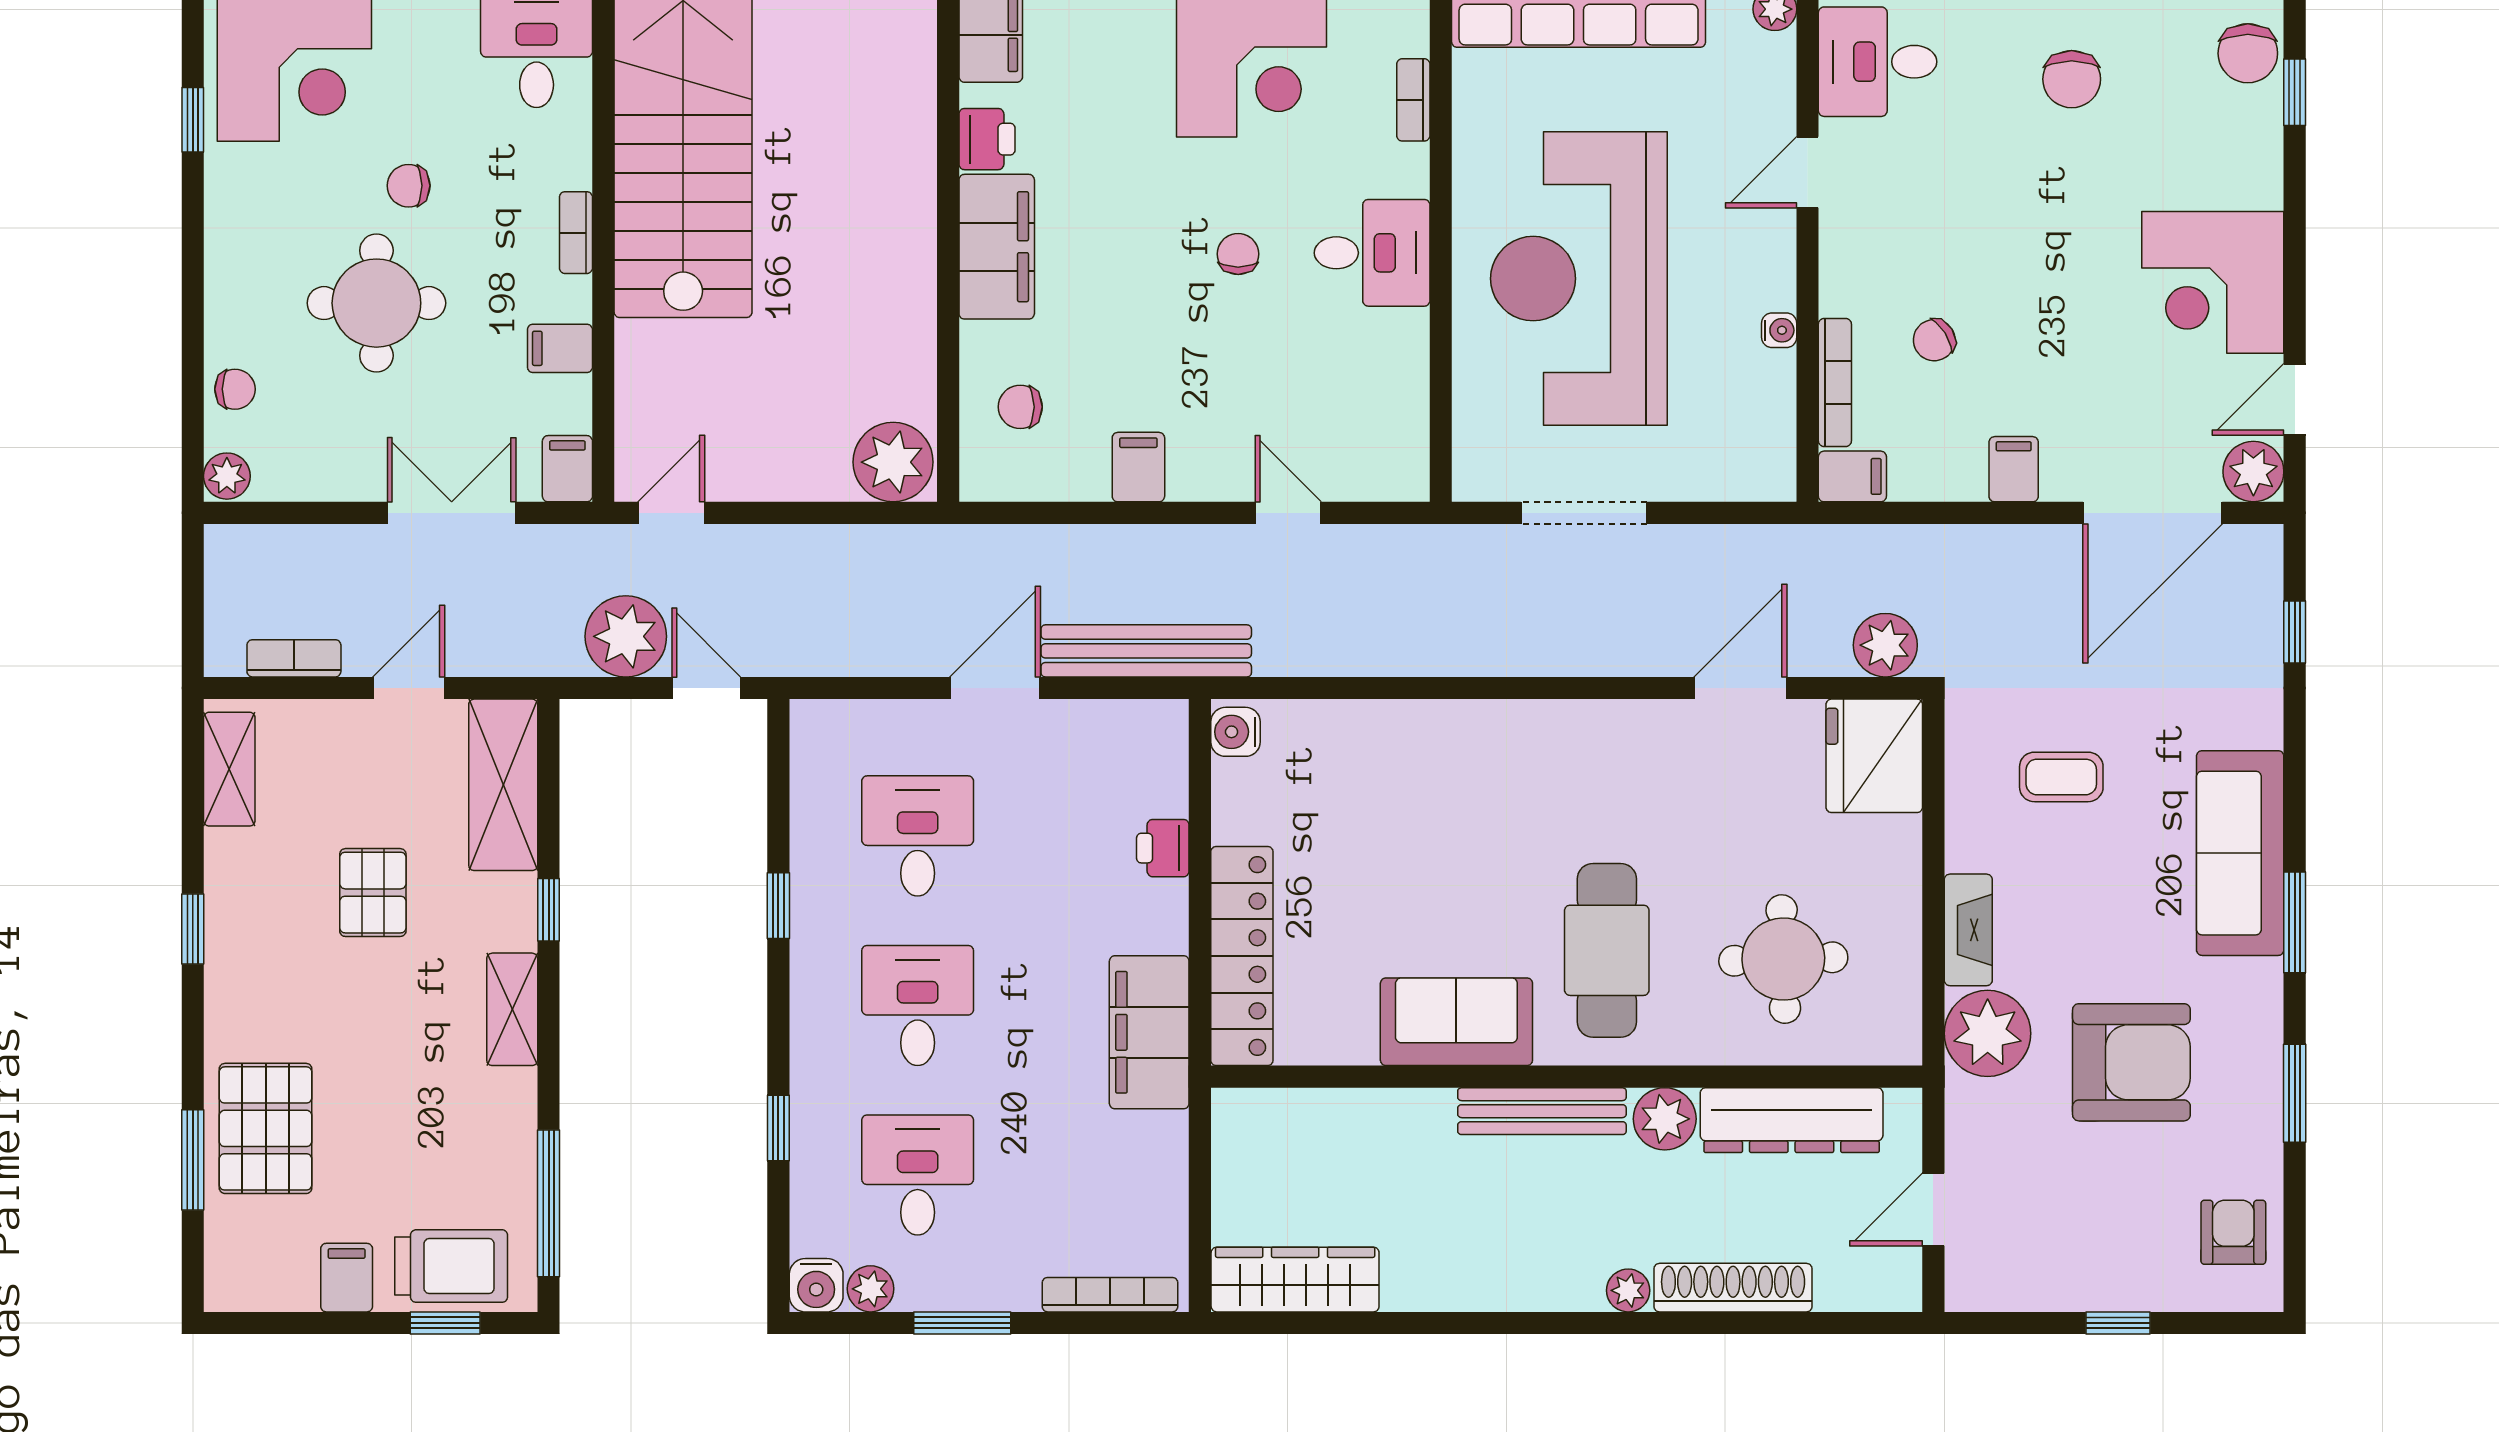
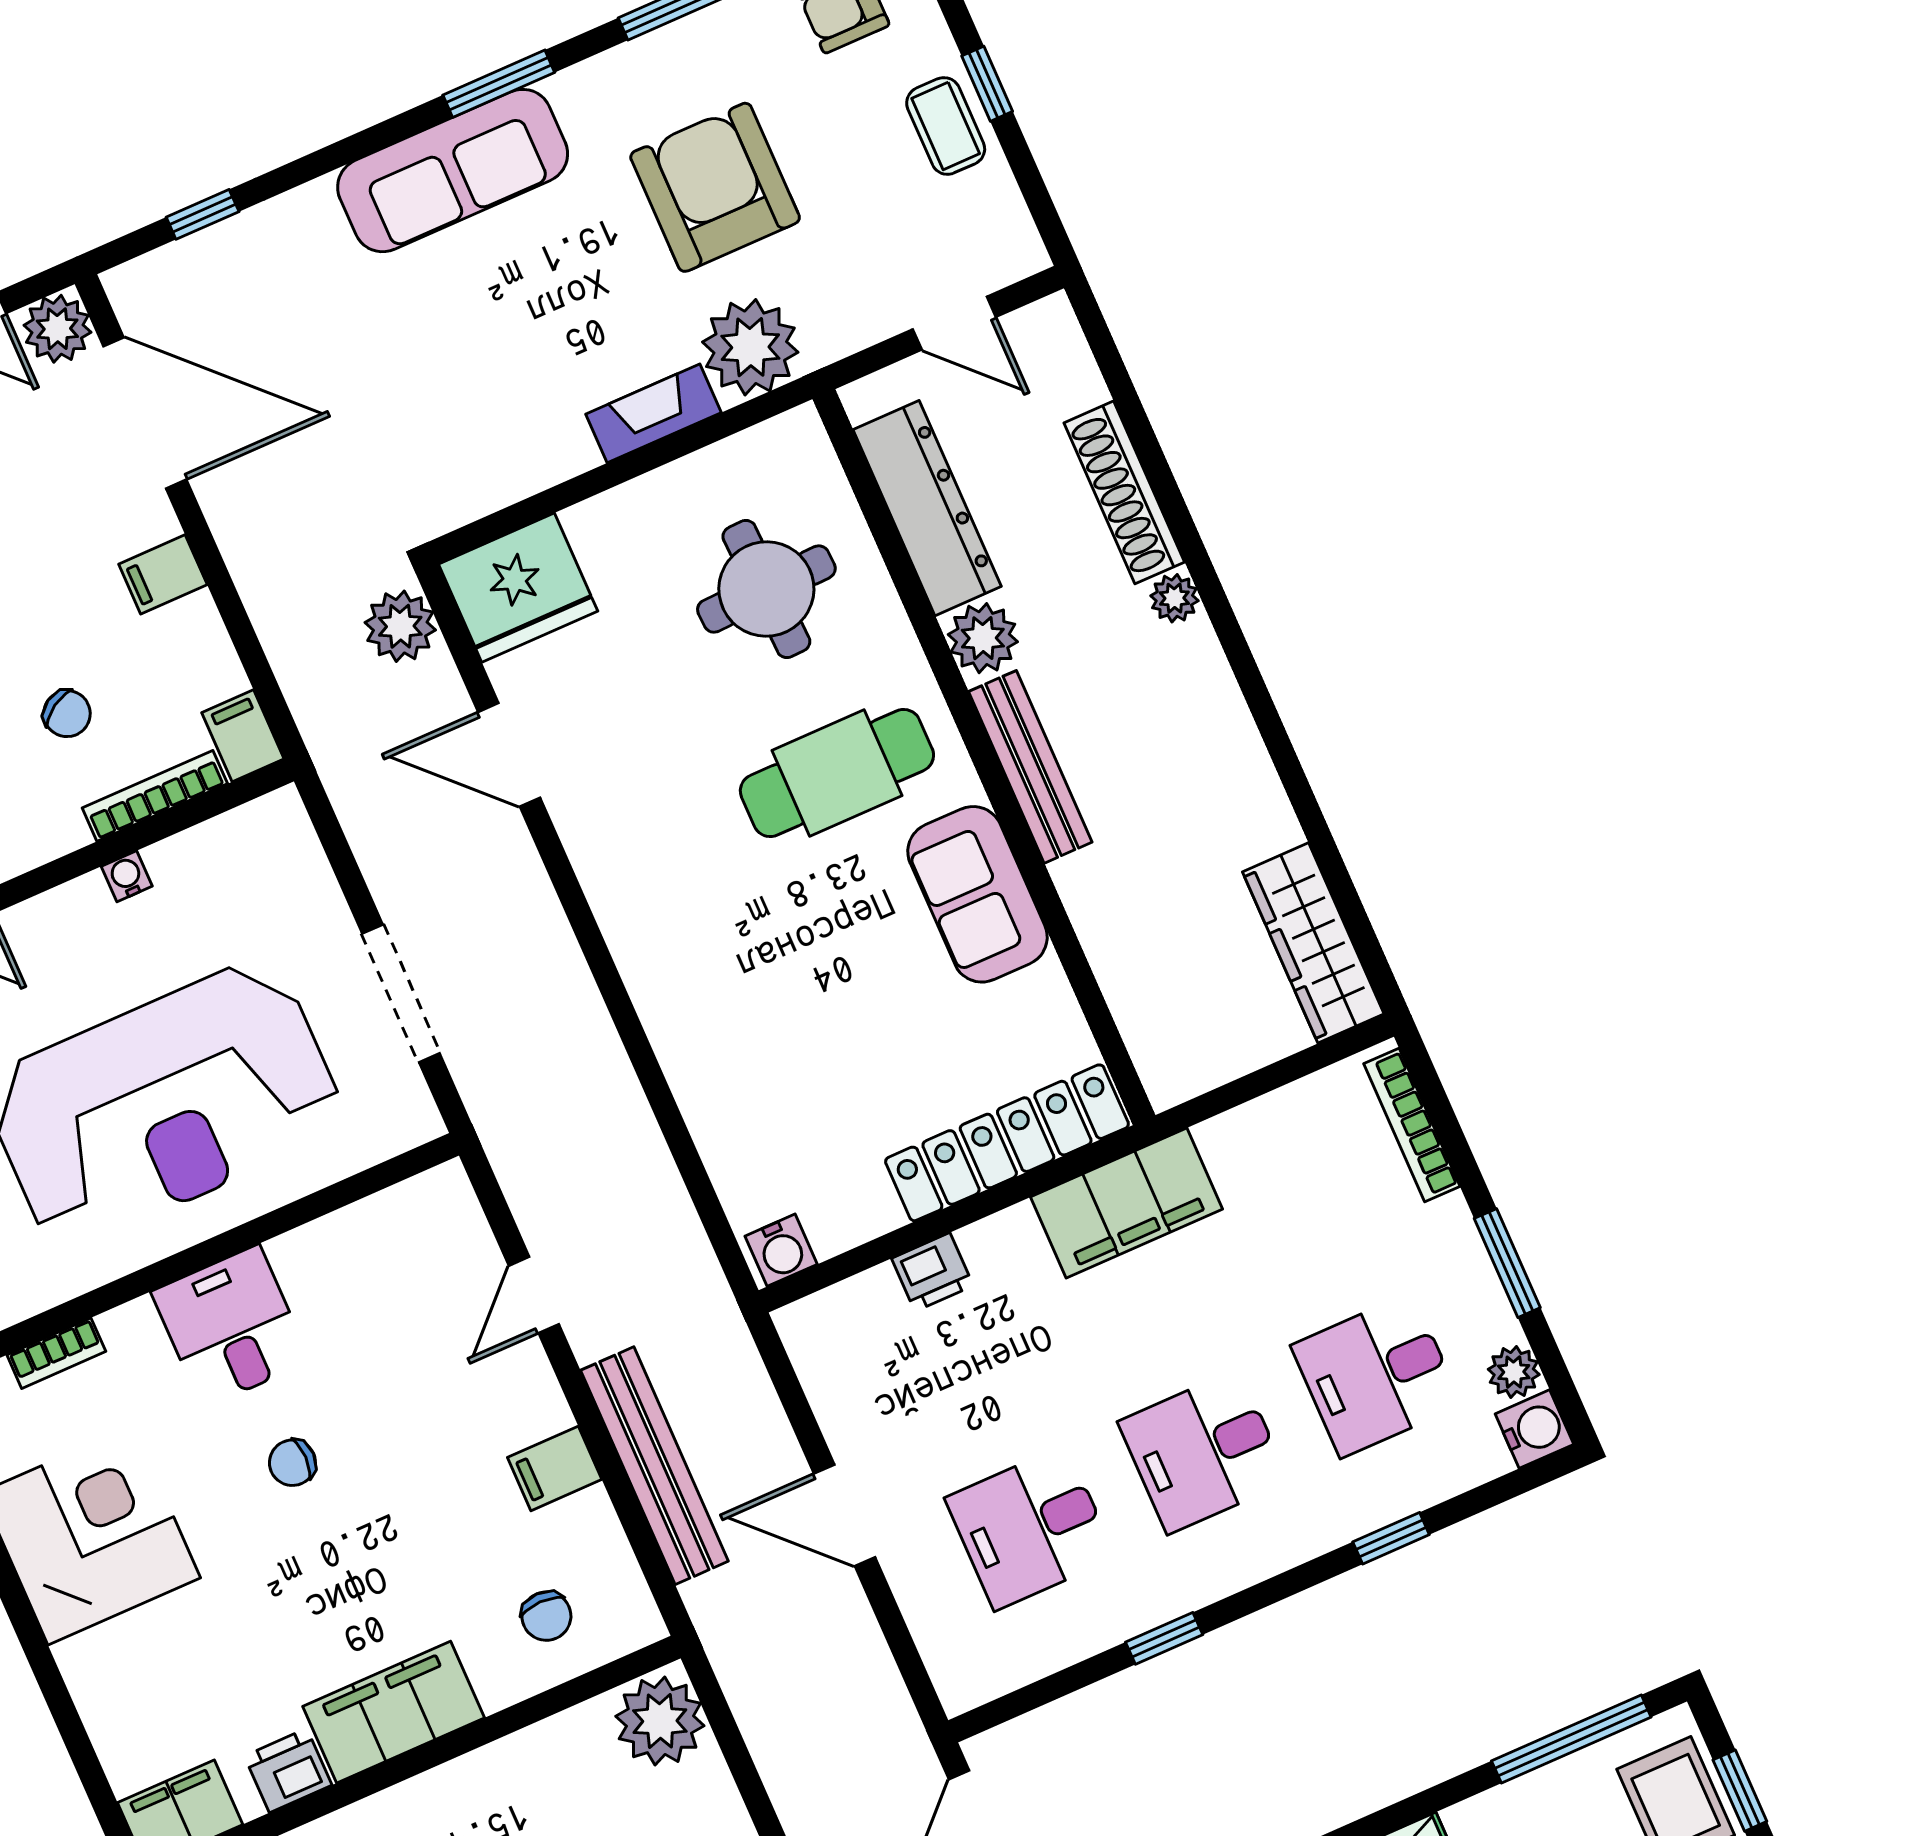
bench: (1146, 651) -> (654, 1466), moved
coffee table: (2061, 777) -> (946, 126), moved

